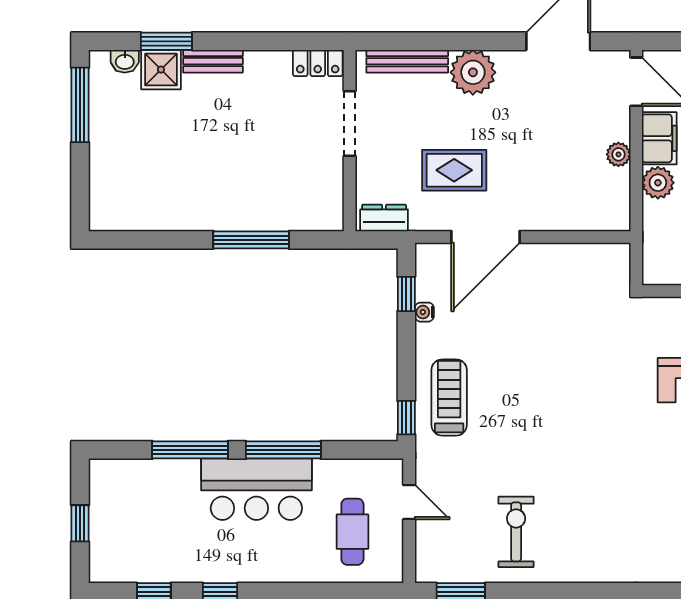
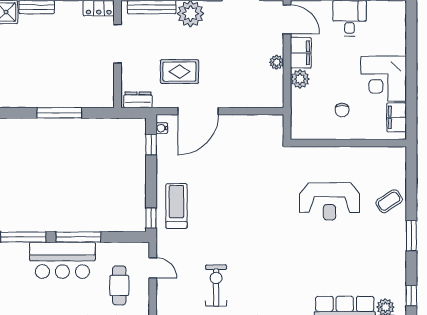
water cooler: (424, 312) -> (162, 128), moved

